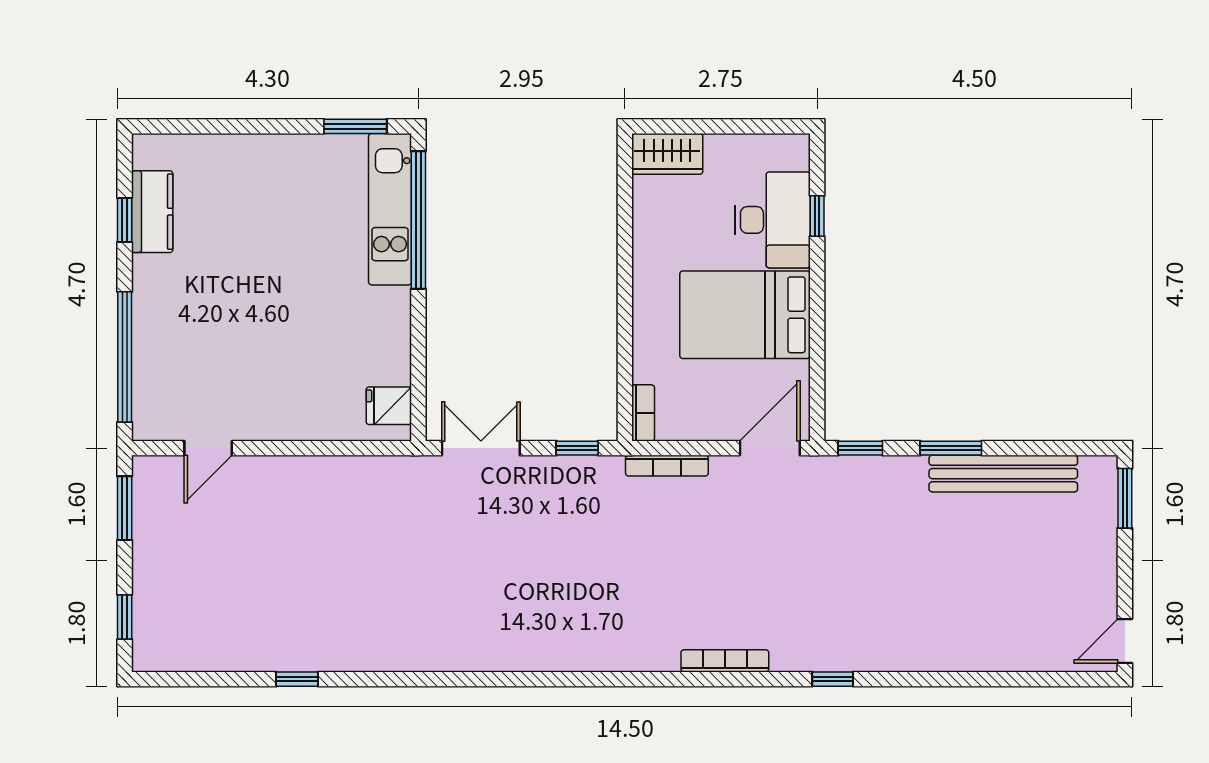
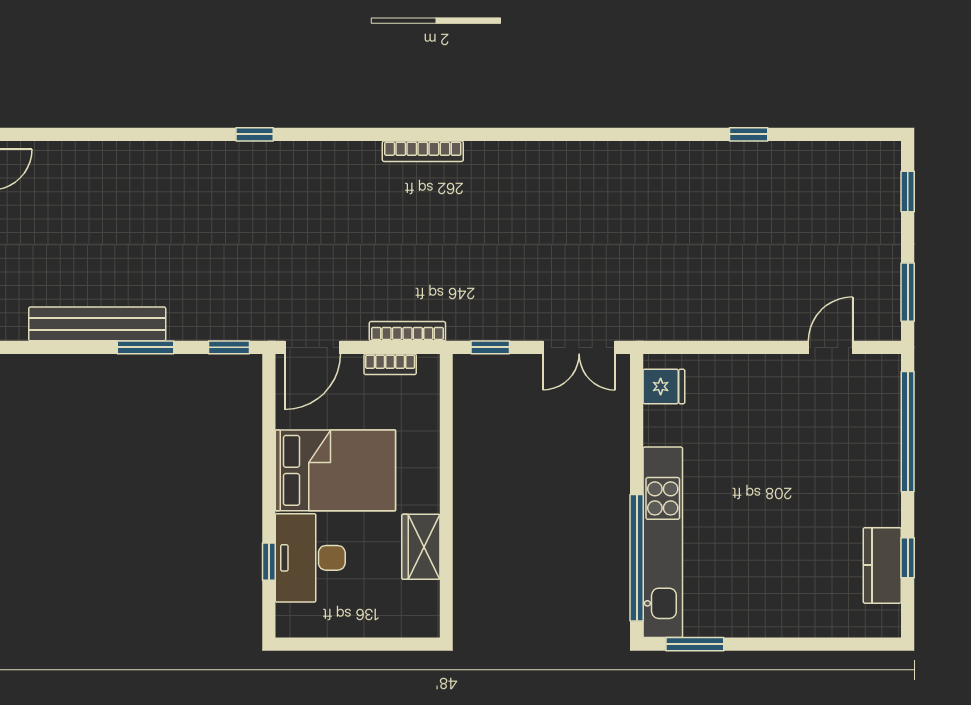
wardrobe: (667, 154) -> (421, 547), moved, turned -90
kitchen unit: (390, 209) -> (663, 542), width x1.36
bookcase: (643, 413) -> (390, 364), moved, turned -90
bookcase: (725, 661) -> (423, 151), moved

